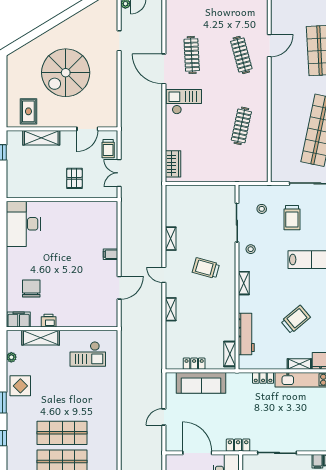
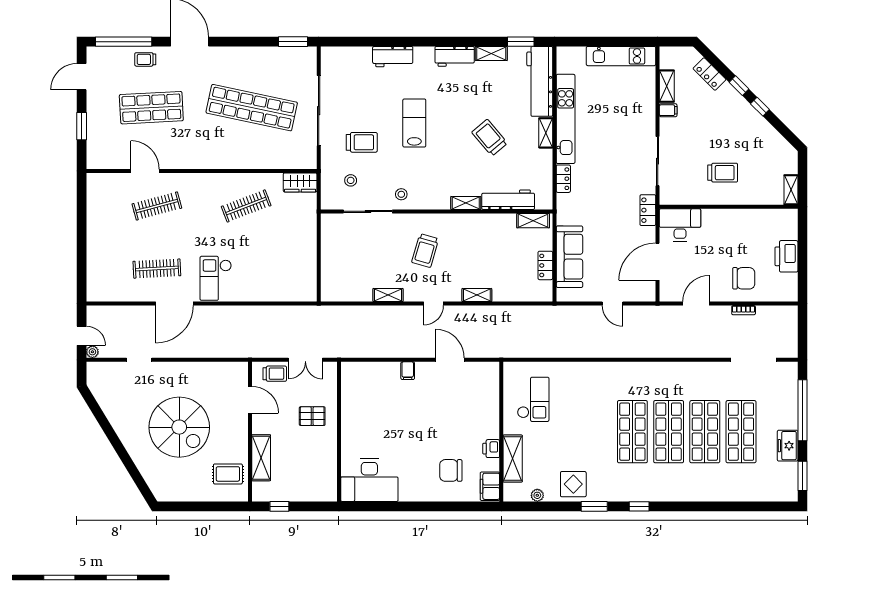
clothes rail: (241, 126) -> (246, 206), turned -33
wardrobe: (173, 164) -> (300, 182), moved, turned 180
shelving: (244, 283) -> (466, 203), moved

